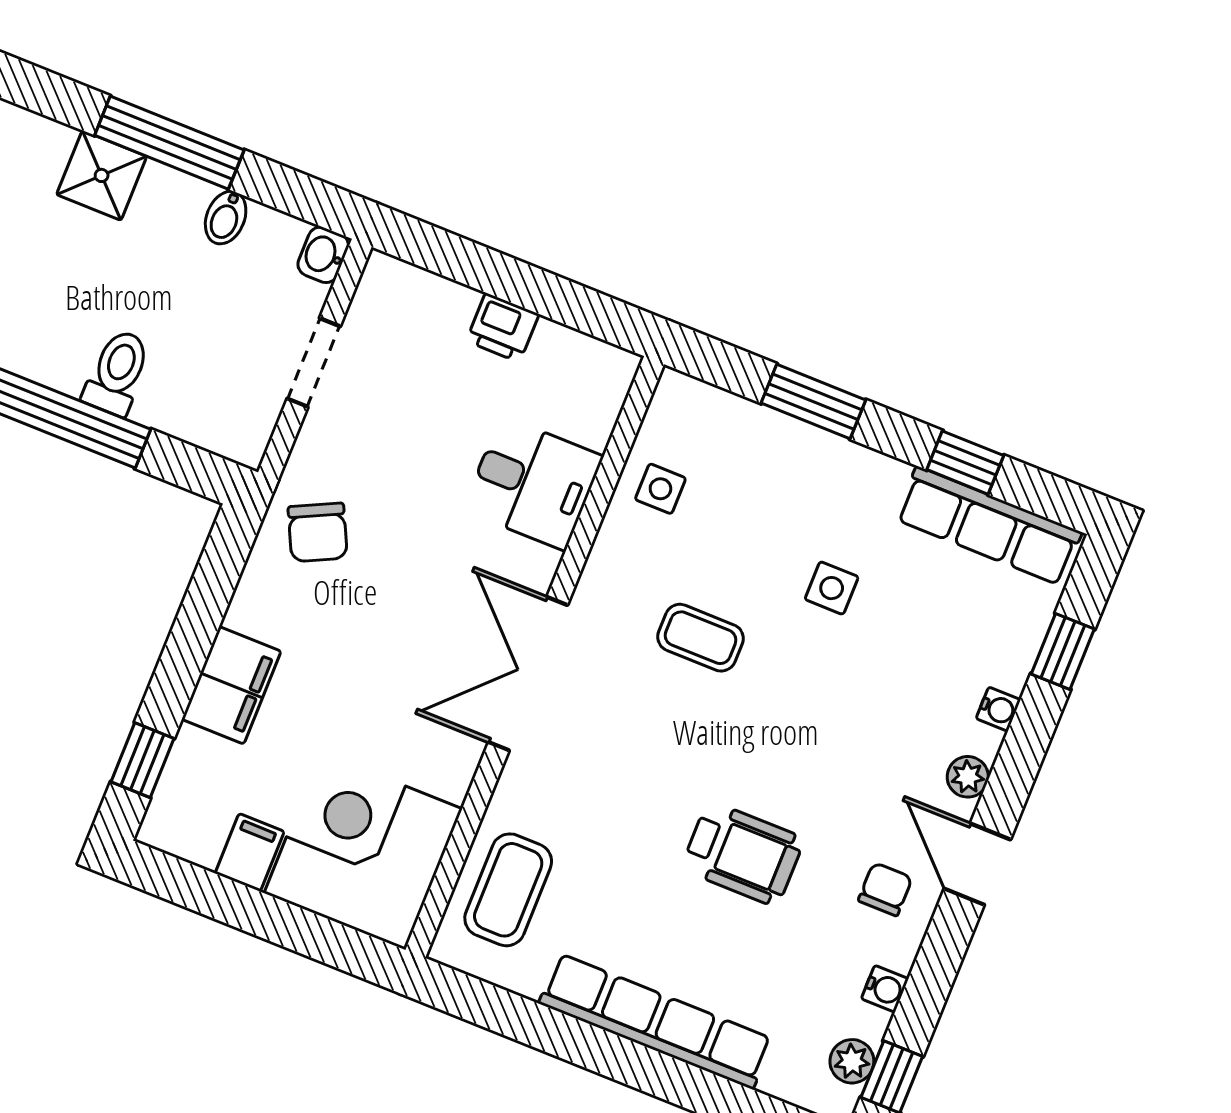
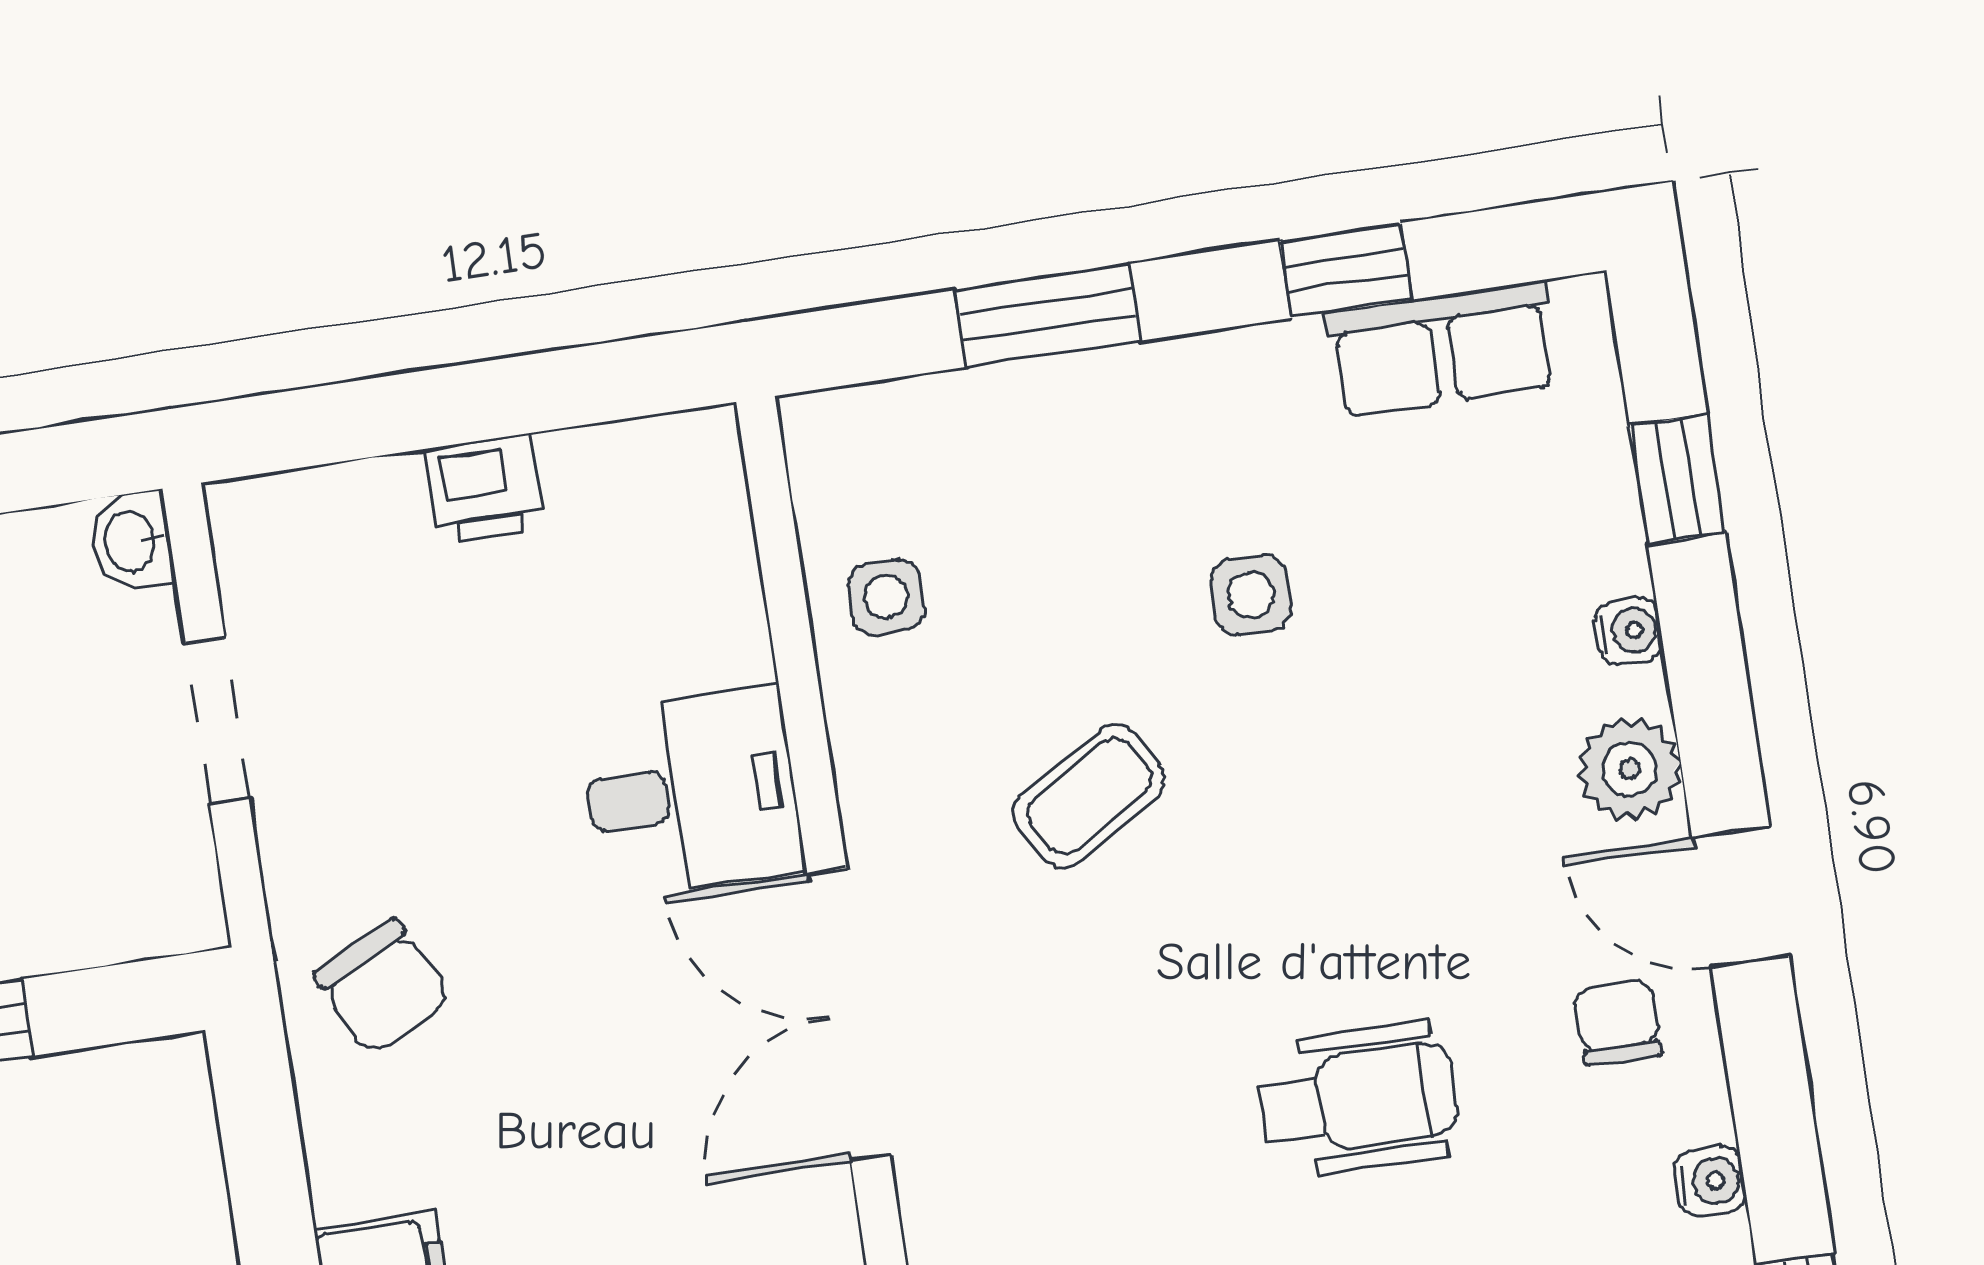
desk: (533, 483) -> (691, 792), moved
row of seats: (989, 526) -> (1442, 349), width x0.68
coffee table: (701, 638) -> (1089, 796), turned -31
plant: (968, 777) -> (1630, 769), width x1.38, depth x1.38

